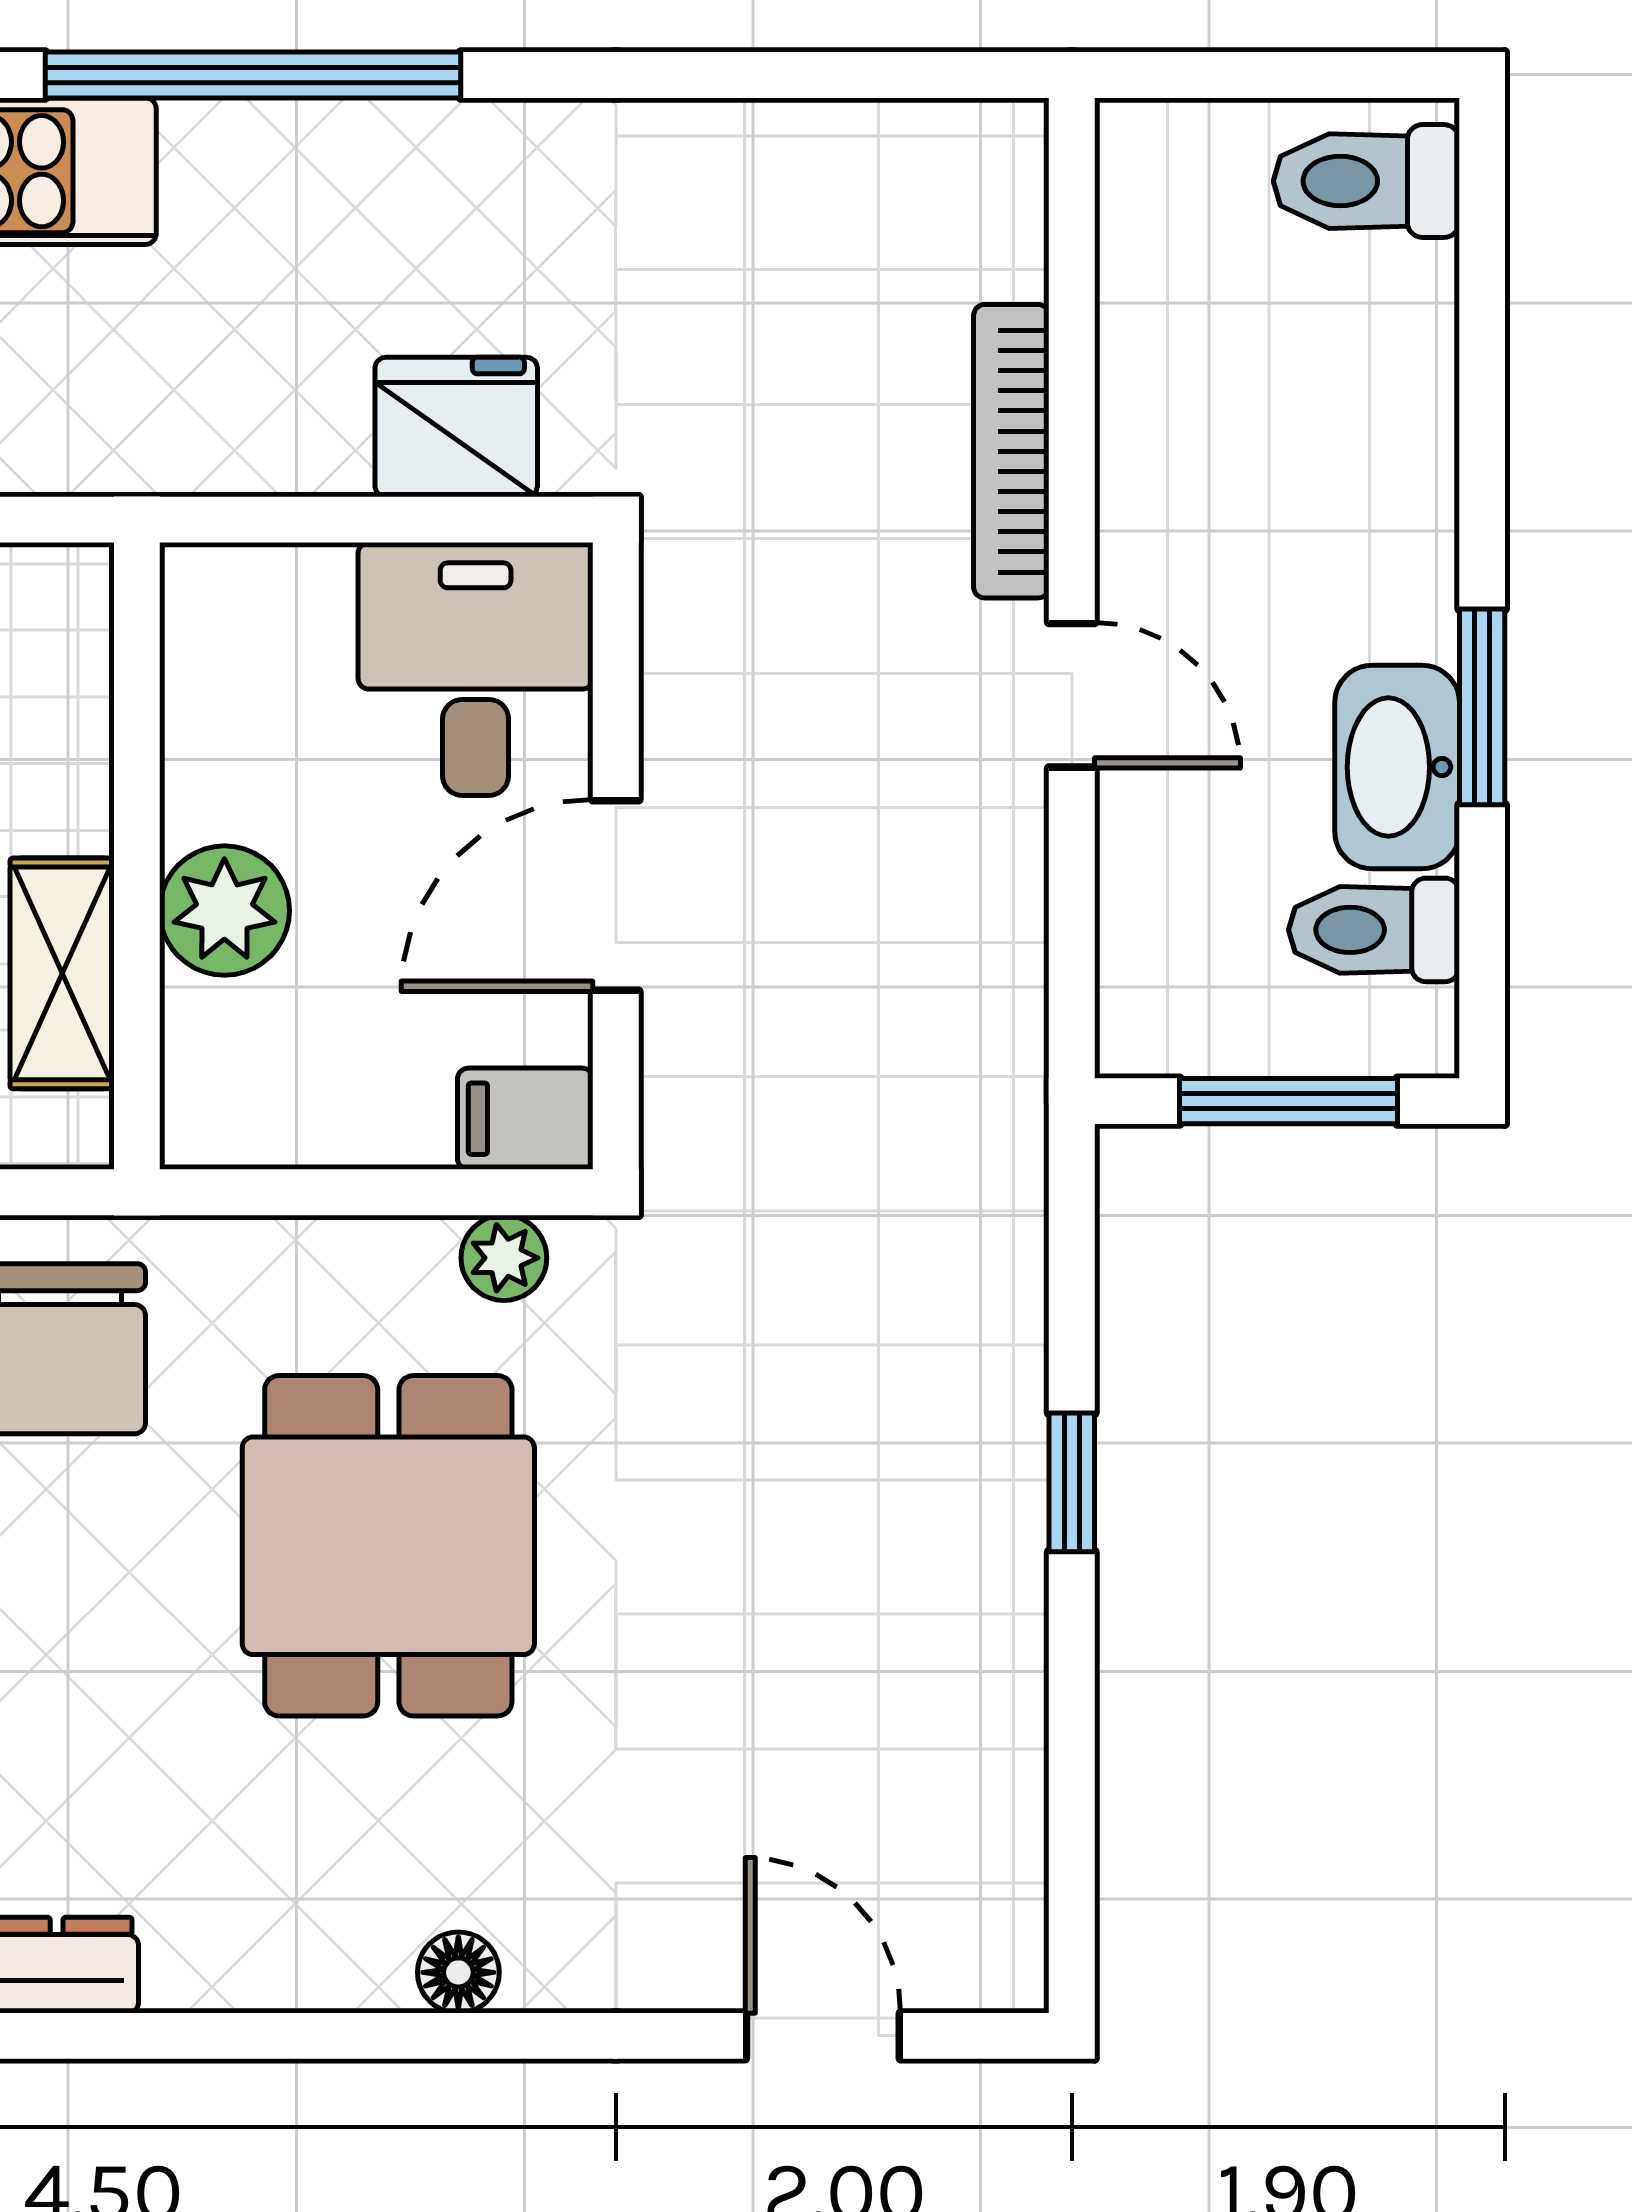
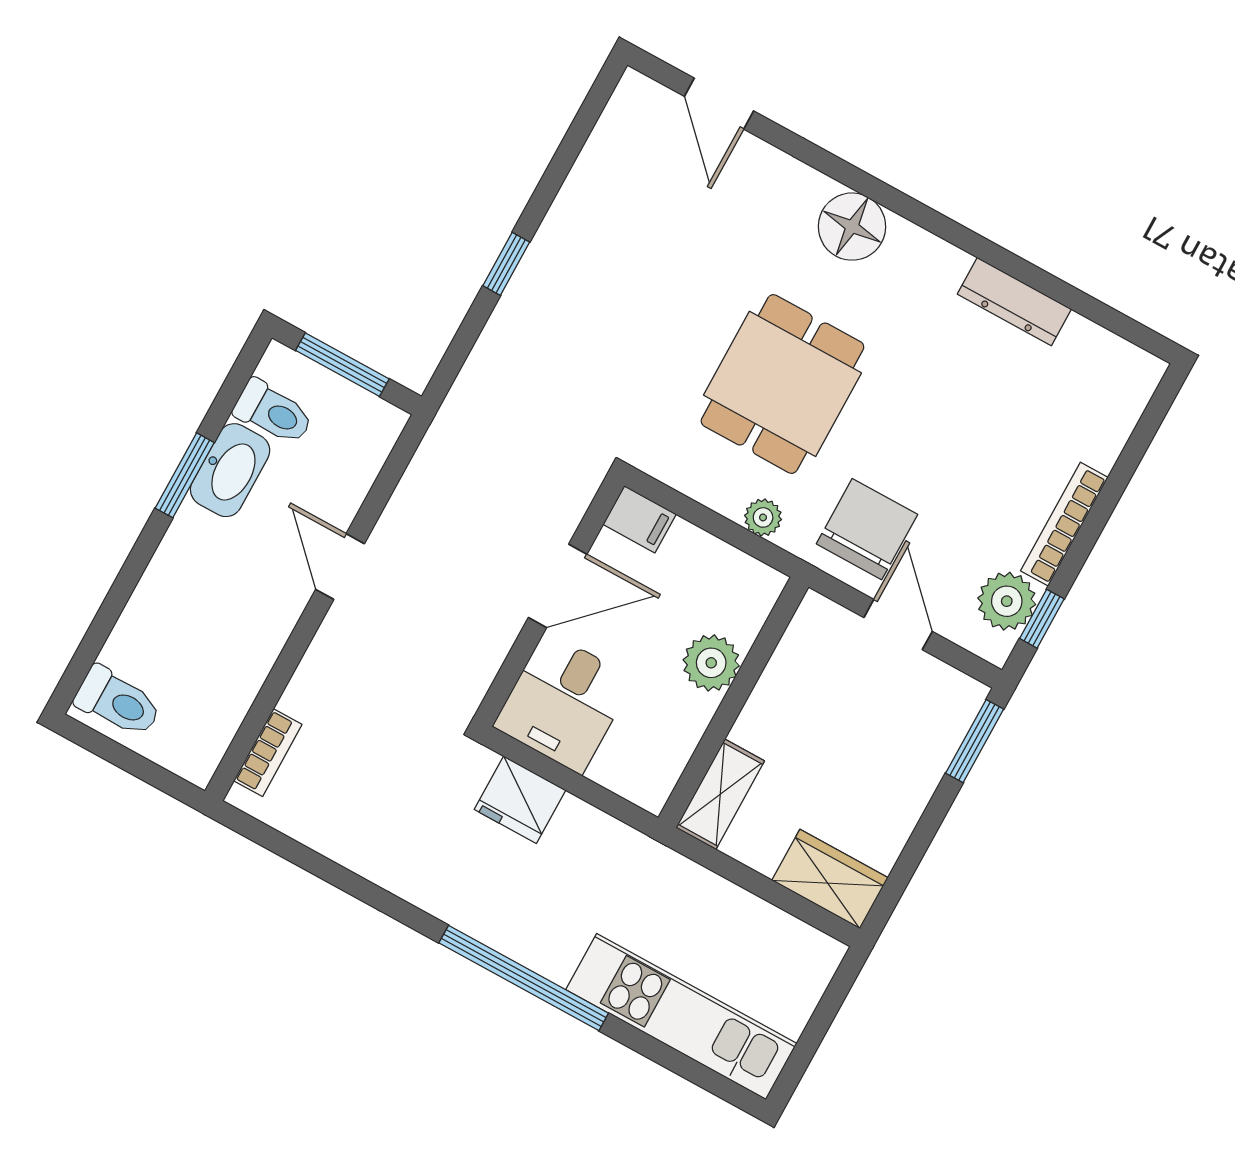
bookcase: (1011, 451) -> (268, 753), moved, width x0.64
shelving: (62, 973) -> (720, 794), moved
plant: (504, 1258) -> (763, 517), moved
floor lamp: (458, 1972) -> (852, 227), width x1.89, depth x1.89

